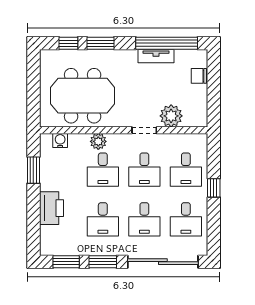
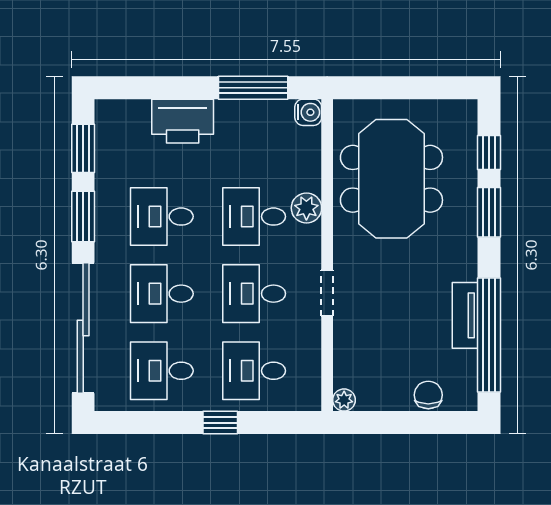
plant: (171, 116) -> (344, 400), moved, width x0.53, depth x0.53
water cooler: (60, 140) -> (308, 112), moved
window: (33, 170) -> (253, 88), width x1.44

